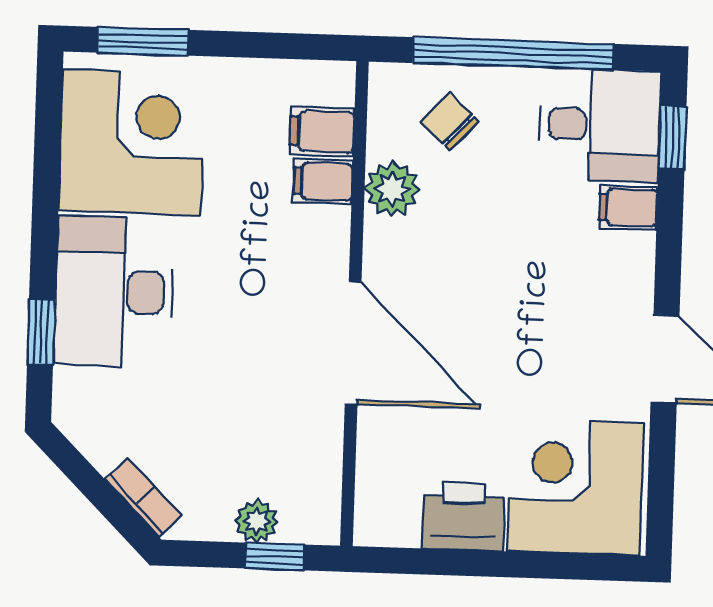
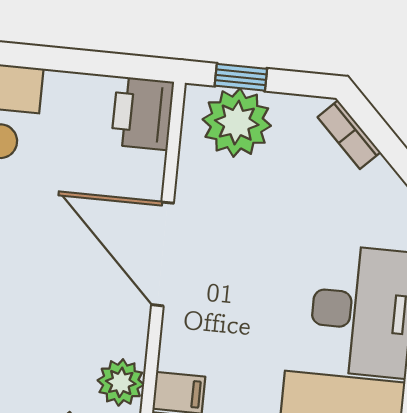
printer: (464, 516) -> (143, 113), moved, turned 90
plant: (257, 521) -> (237, 123), width x1.88, depth x1.88

